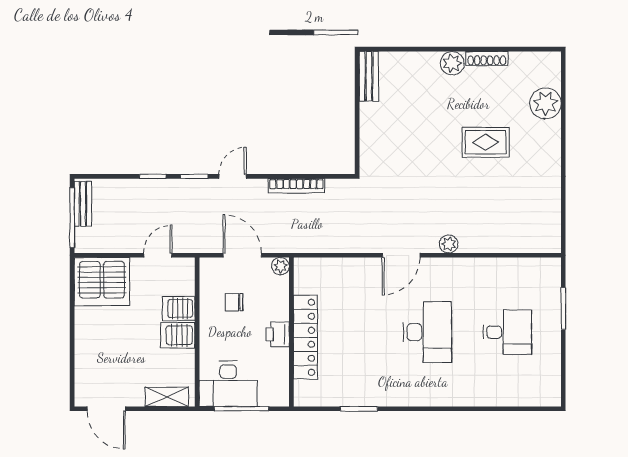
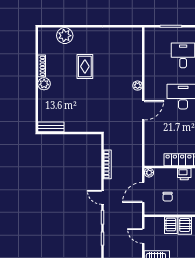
door: (401, 255) -> (143, 110), hinge flipped

